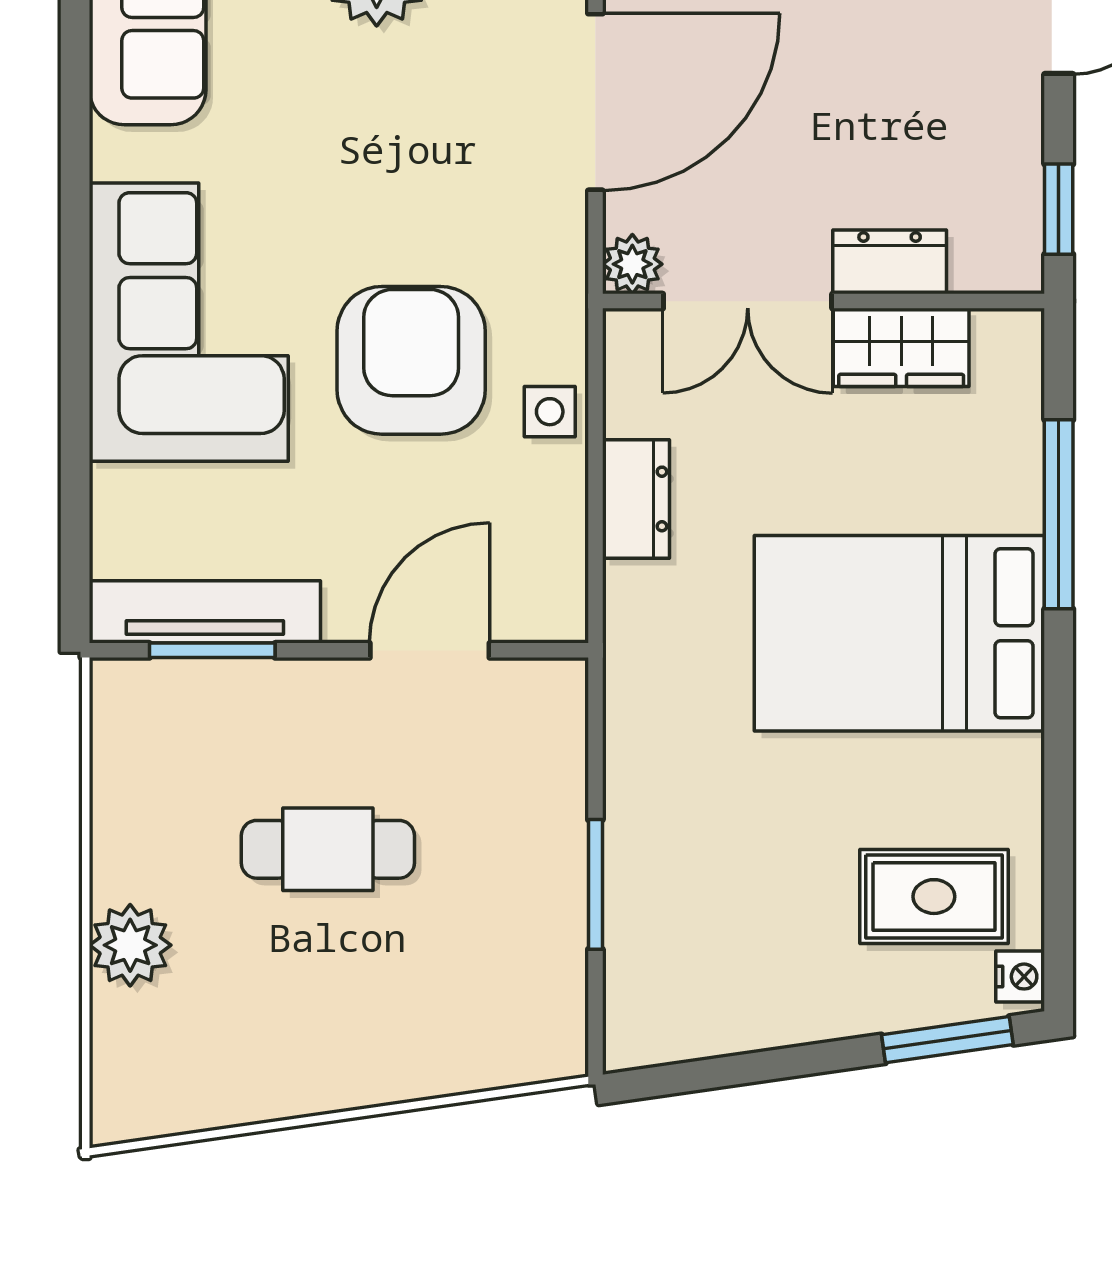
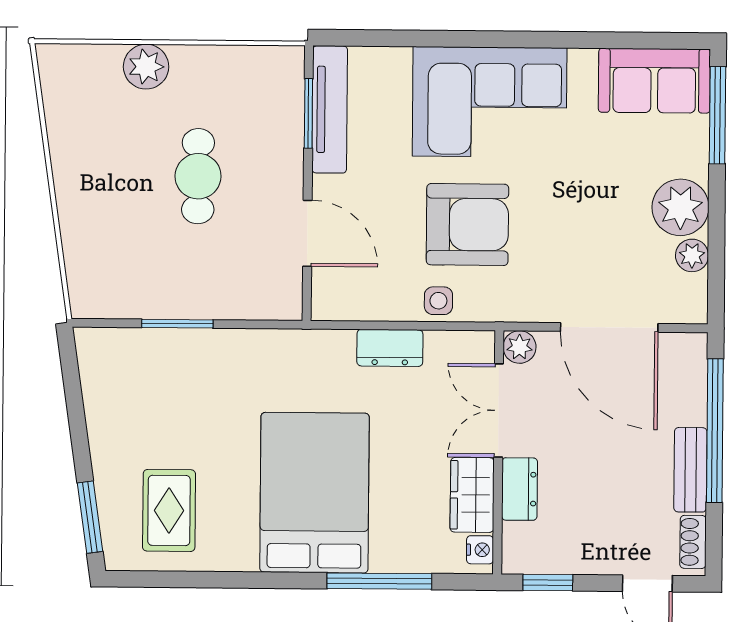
nightstand: (1020, 977) -> (480, 550), moved, turned -90

